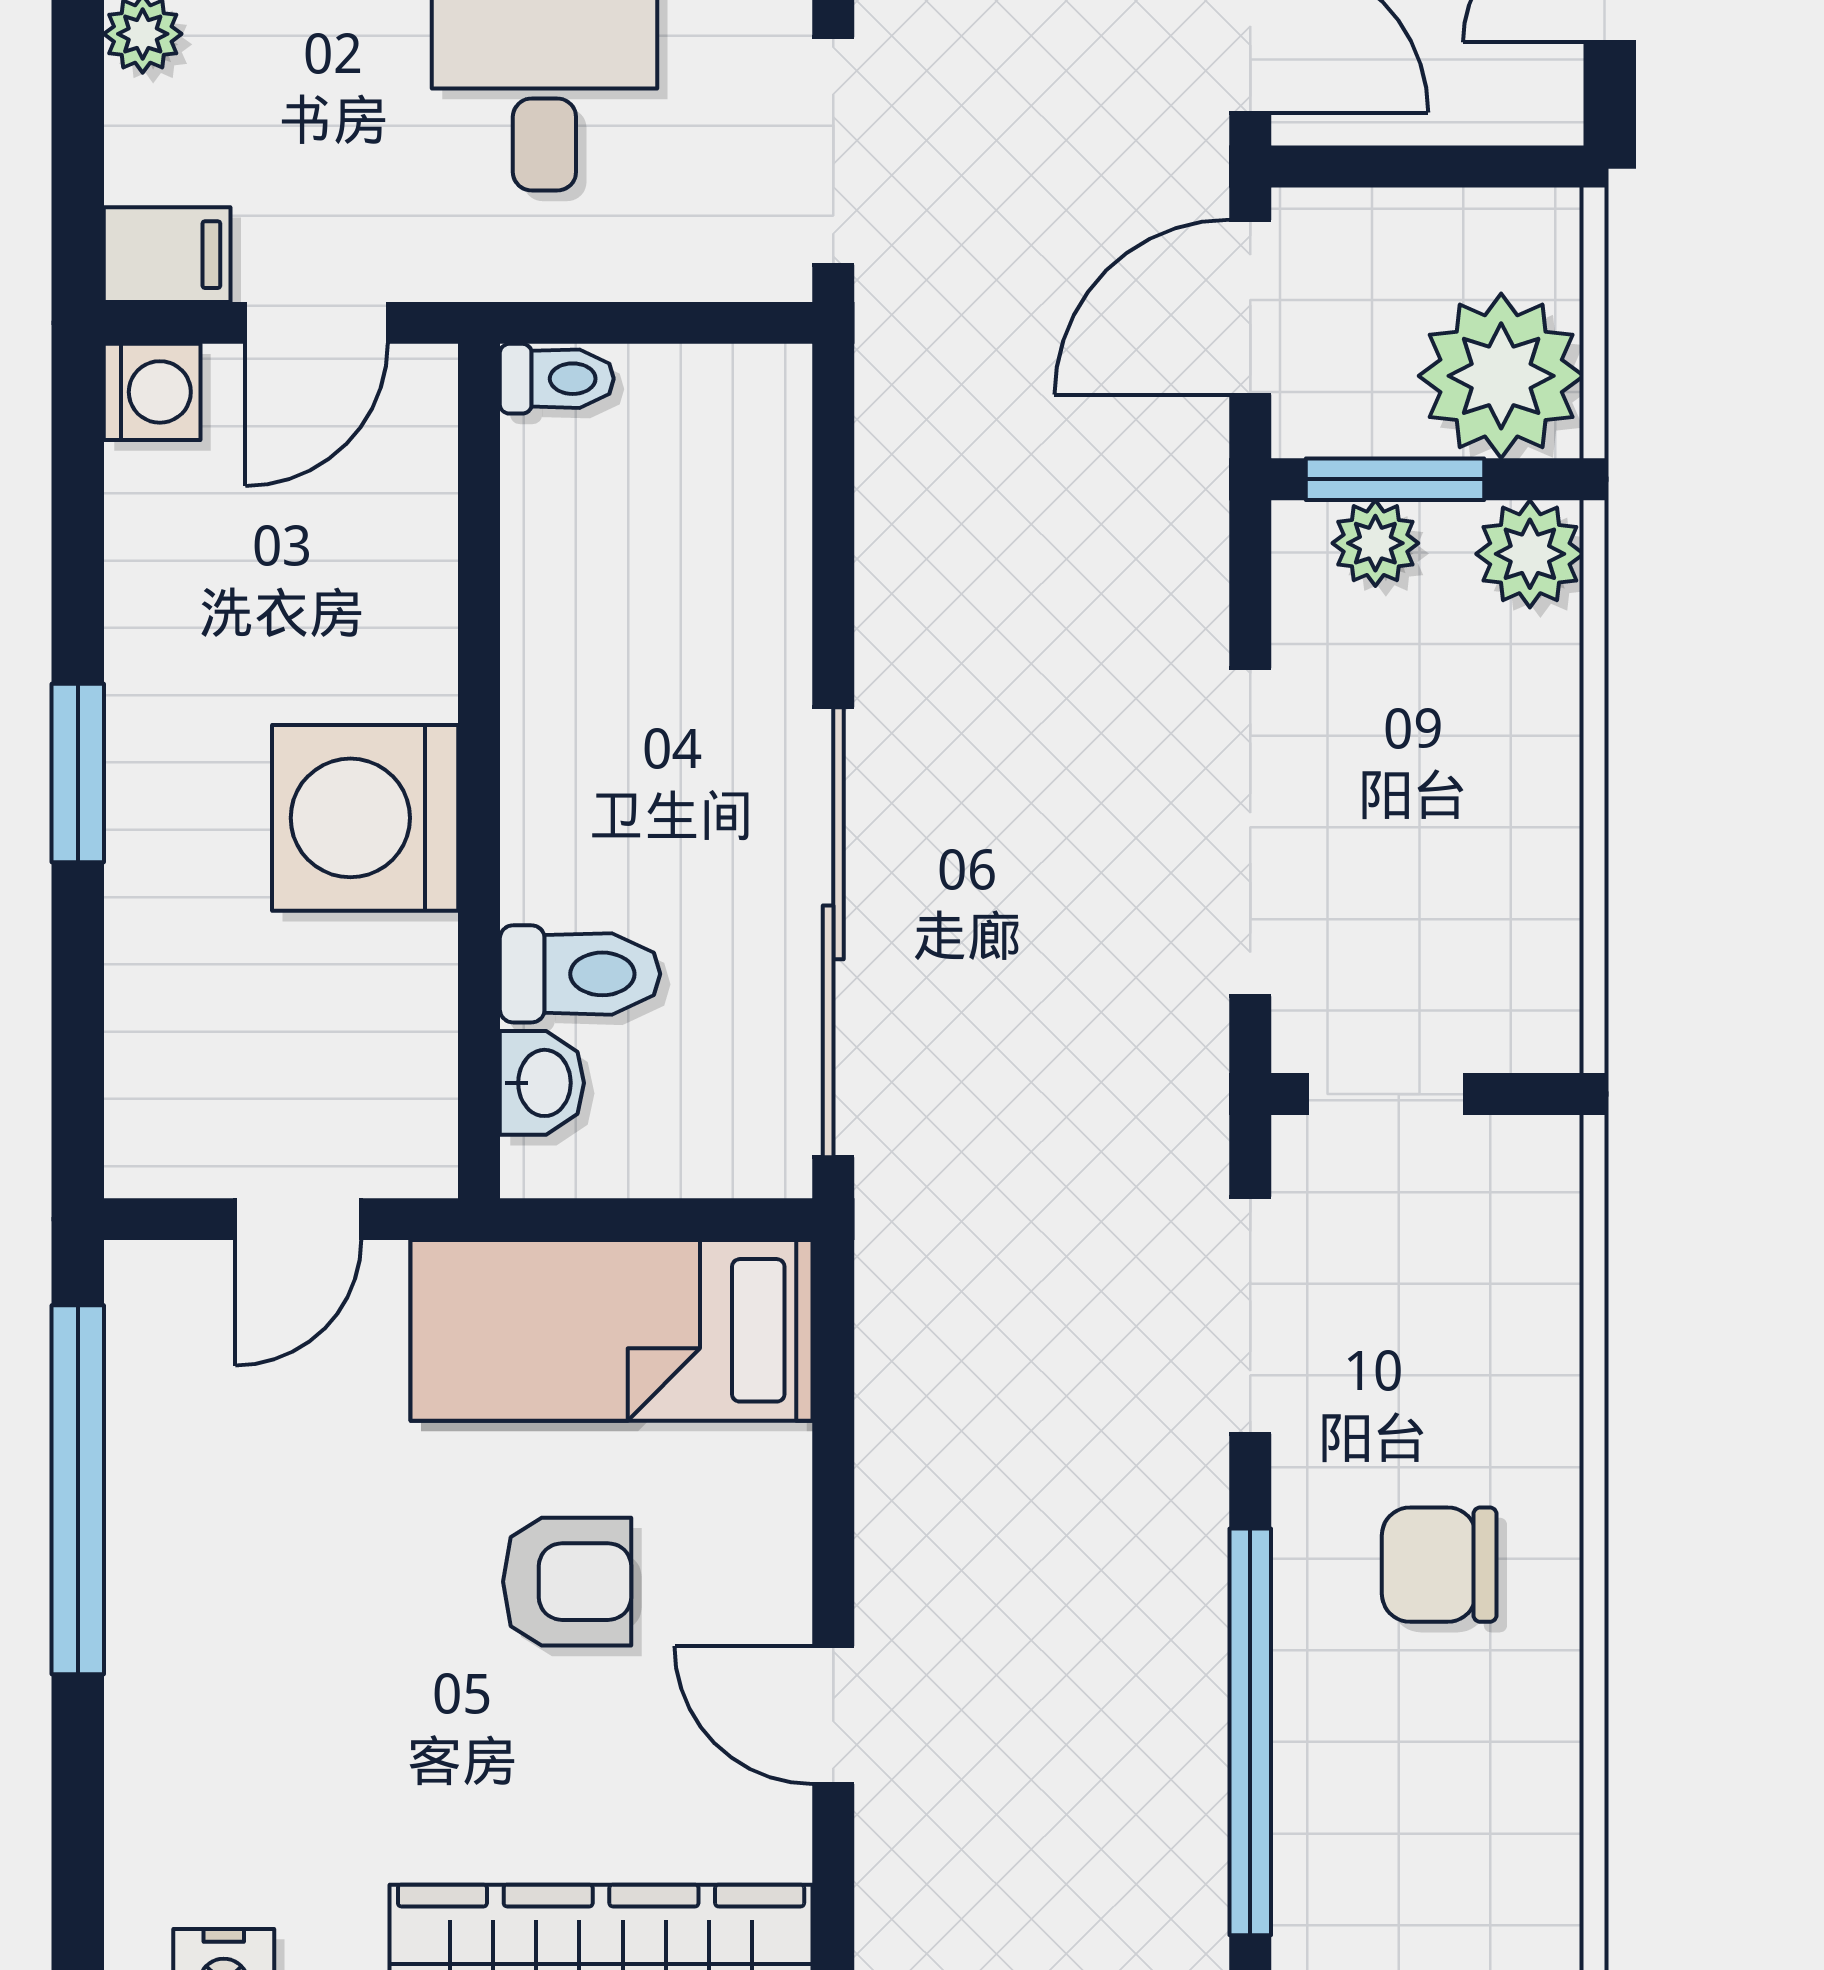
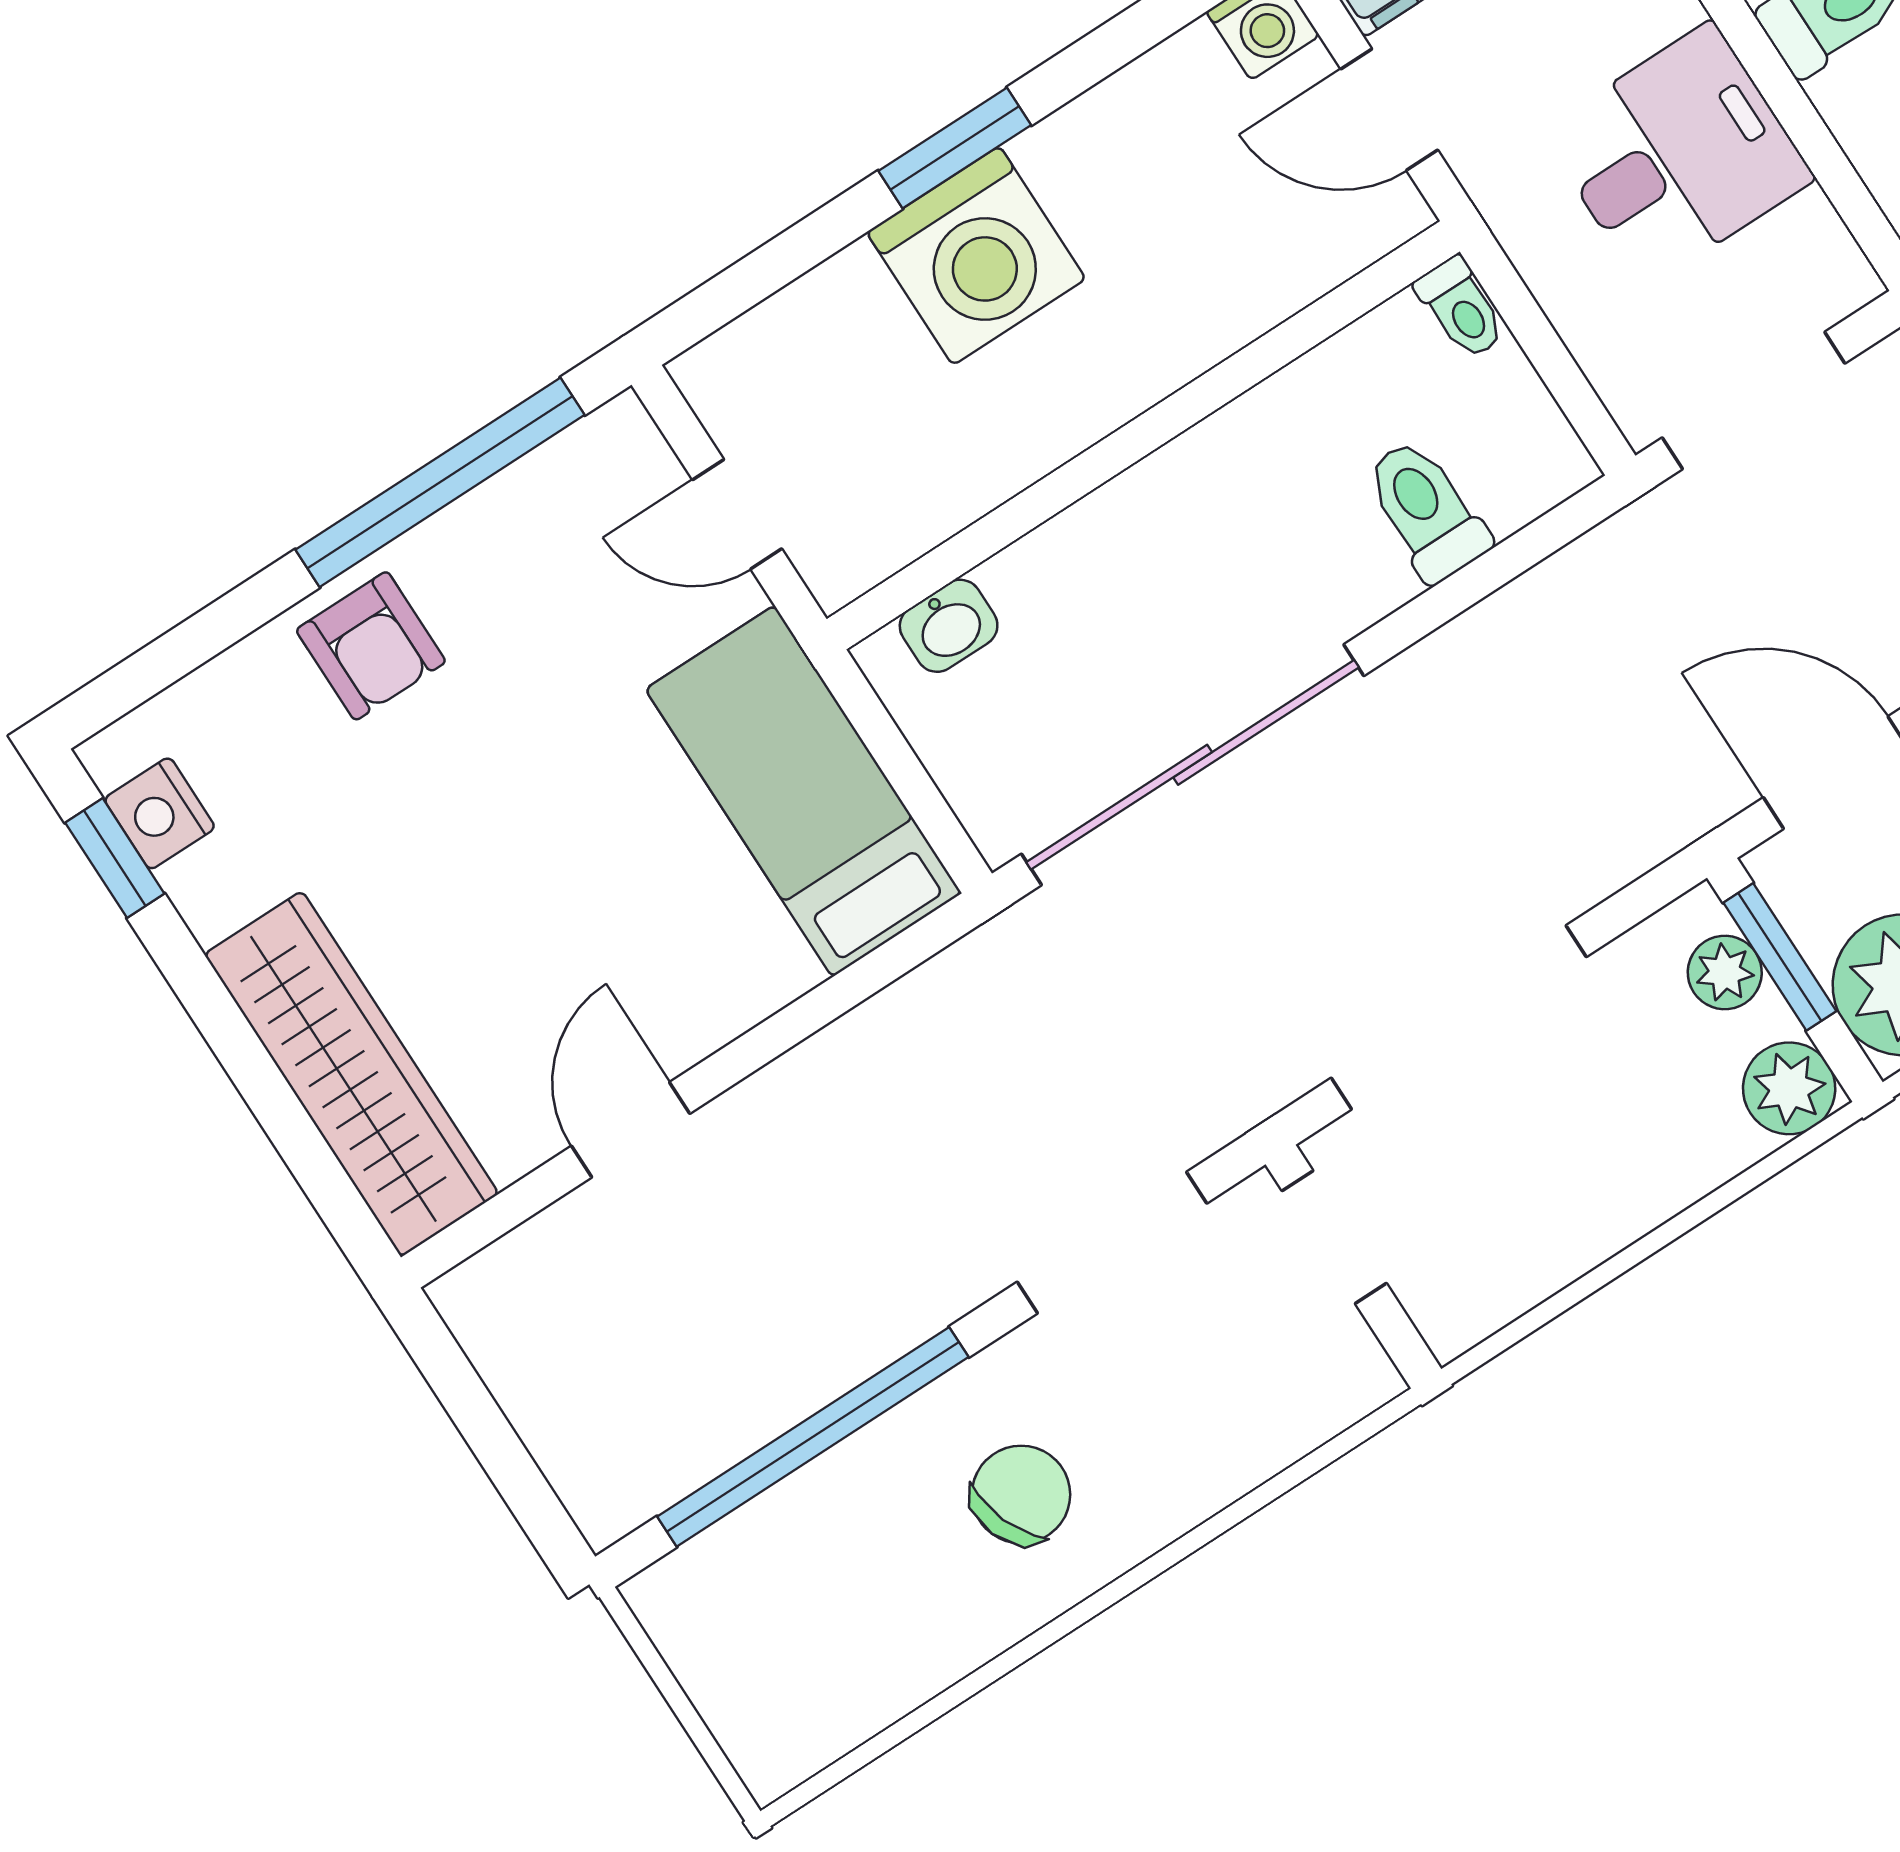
washing machine: (365, 818) -> (976, 256), moved, turned 180
toilet: (580, 974) -> (1426, 510), moved, turned 180
chair: (1439, 1565) -> (1021, 1495), turned 69
armchair: (567, 1582) -> (371, 646), moved

